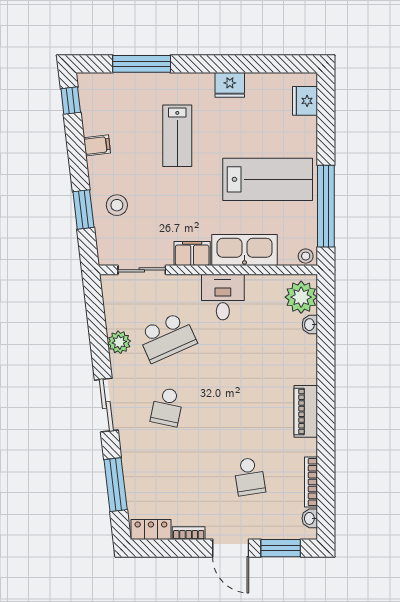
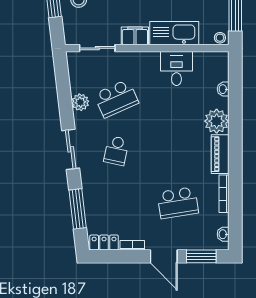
desk: (223, 297) -> (176, 68), moved
plant: (301, 297) -> (217, 121), moved
school desk: (249, 476) -> (178, 203), width x1.85
bookcase: (311, 482) -> (224, 194), moved

